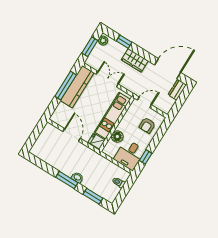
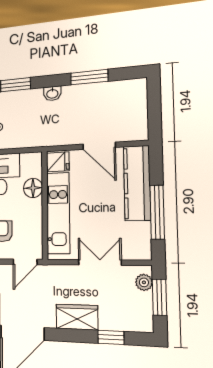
plant: (103, 41) -> (144, 282), moved
double door: (107, 79) -> (100, 262), swing flipped
kitchen counter: (77, 87) -> (137, 183), moved
window: (67, 180) -> (89, 77), moved

